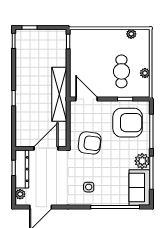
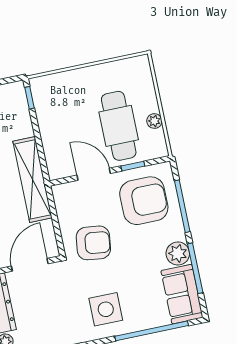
plant: (131, 34) -> (122, 67), removed
cafe table: (121, 71) -> (119, 126), width x1.37, depth x1.35
door: (86, 99) -> (94, 174), moved
side table: (89, 187) -> (106, 309), width x1.87, depth x1.87

